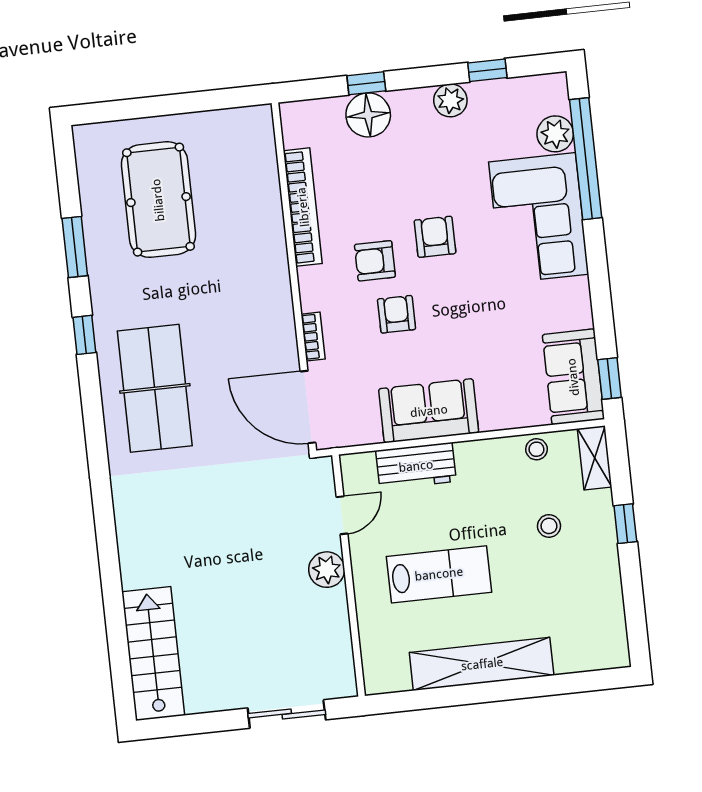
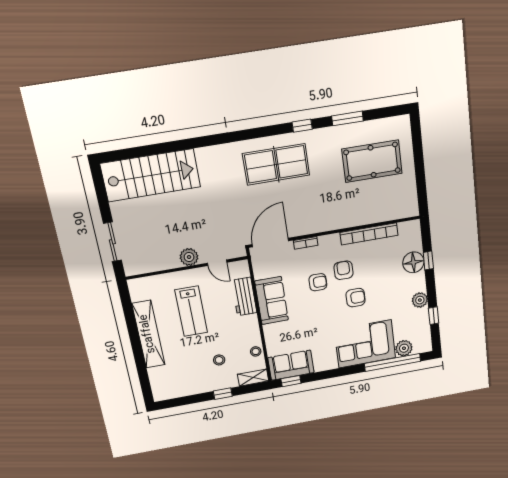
stairs: (153, 654) -> (151, 175), width x1.36, depth x1.51

